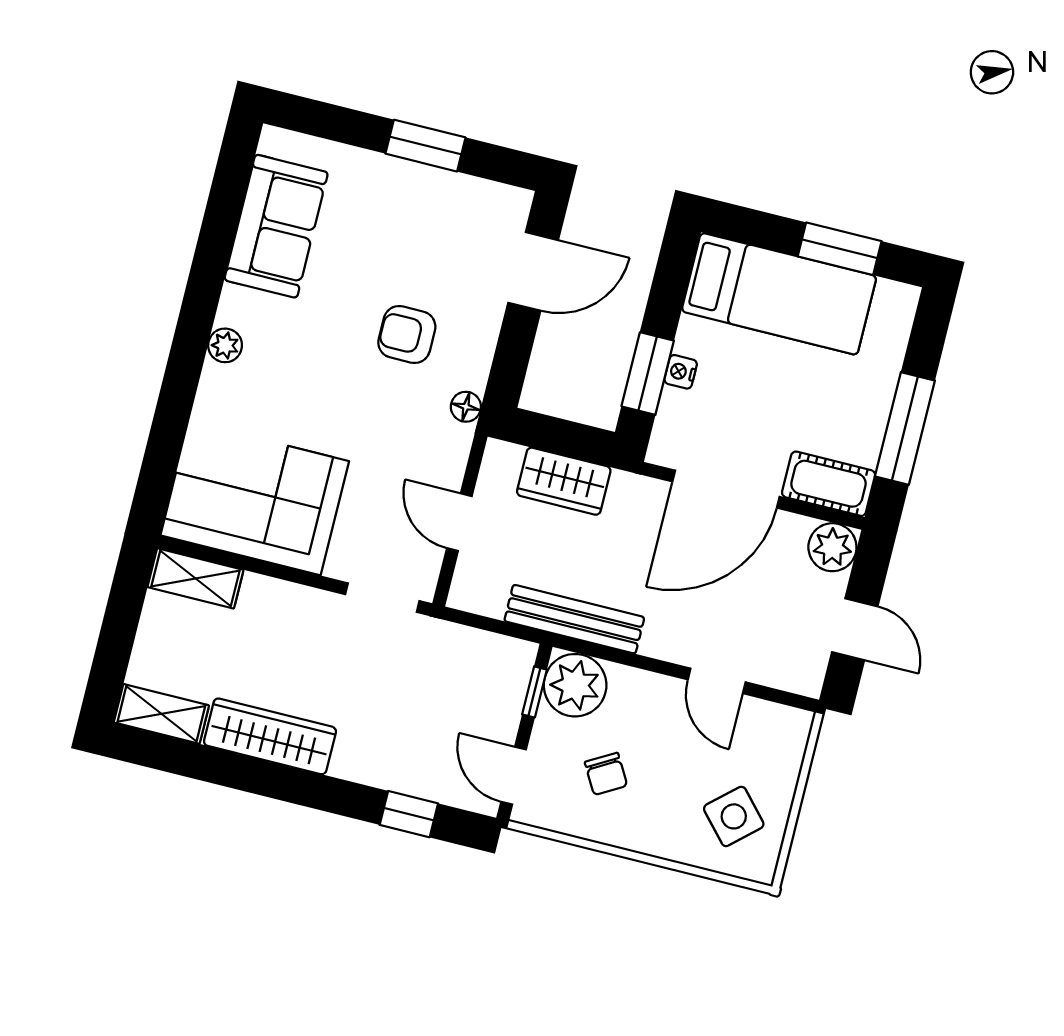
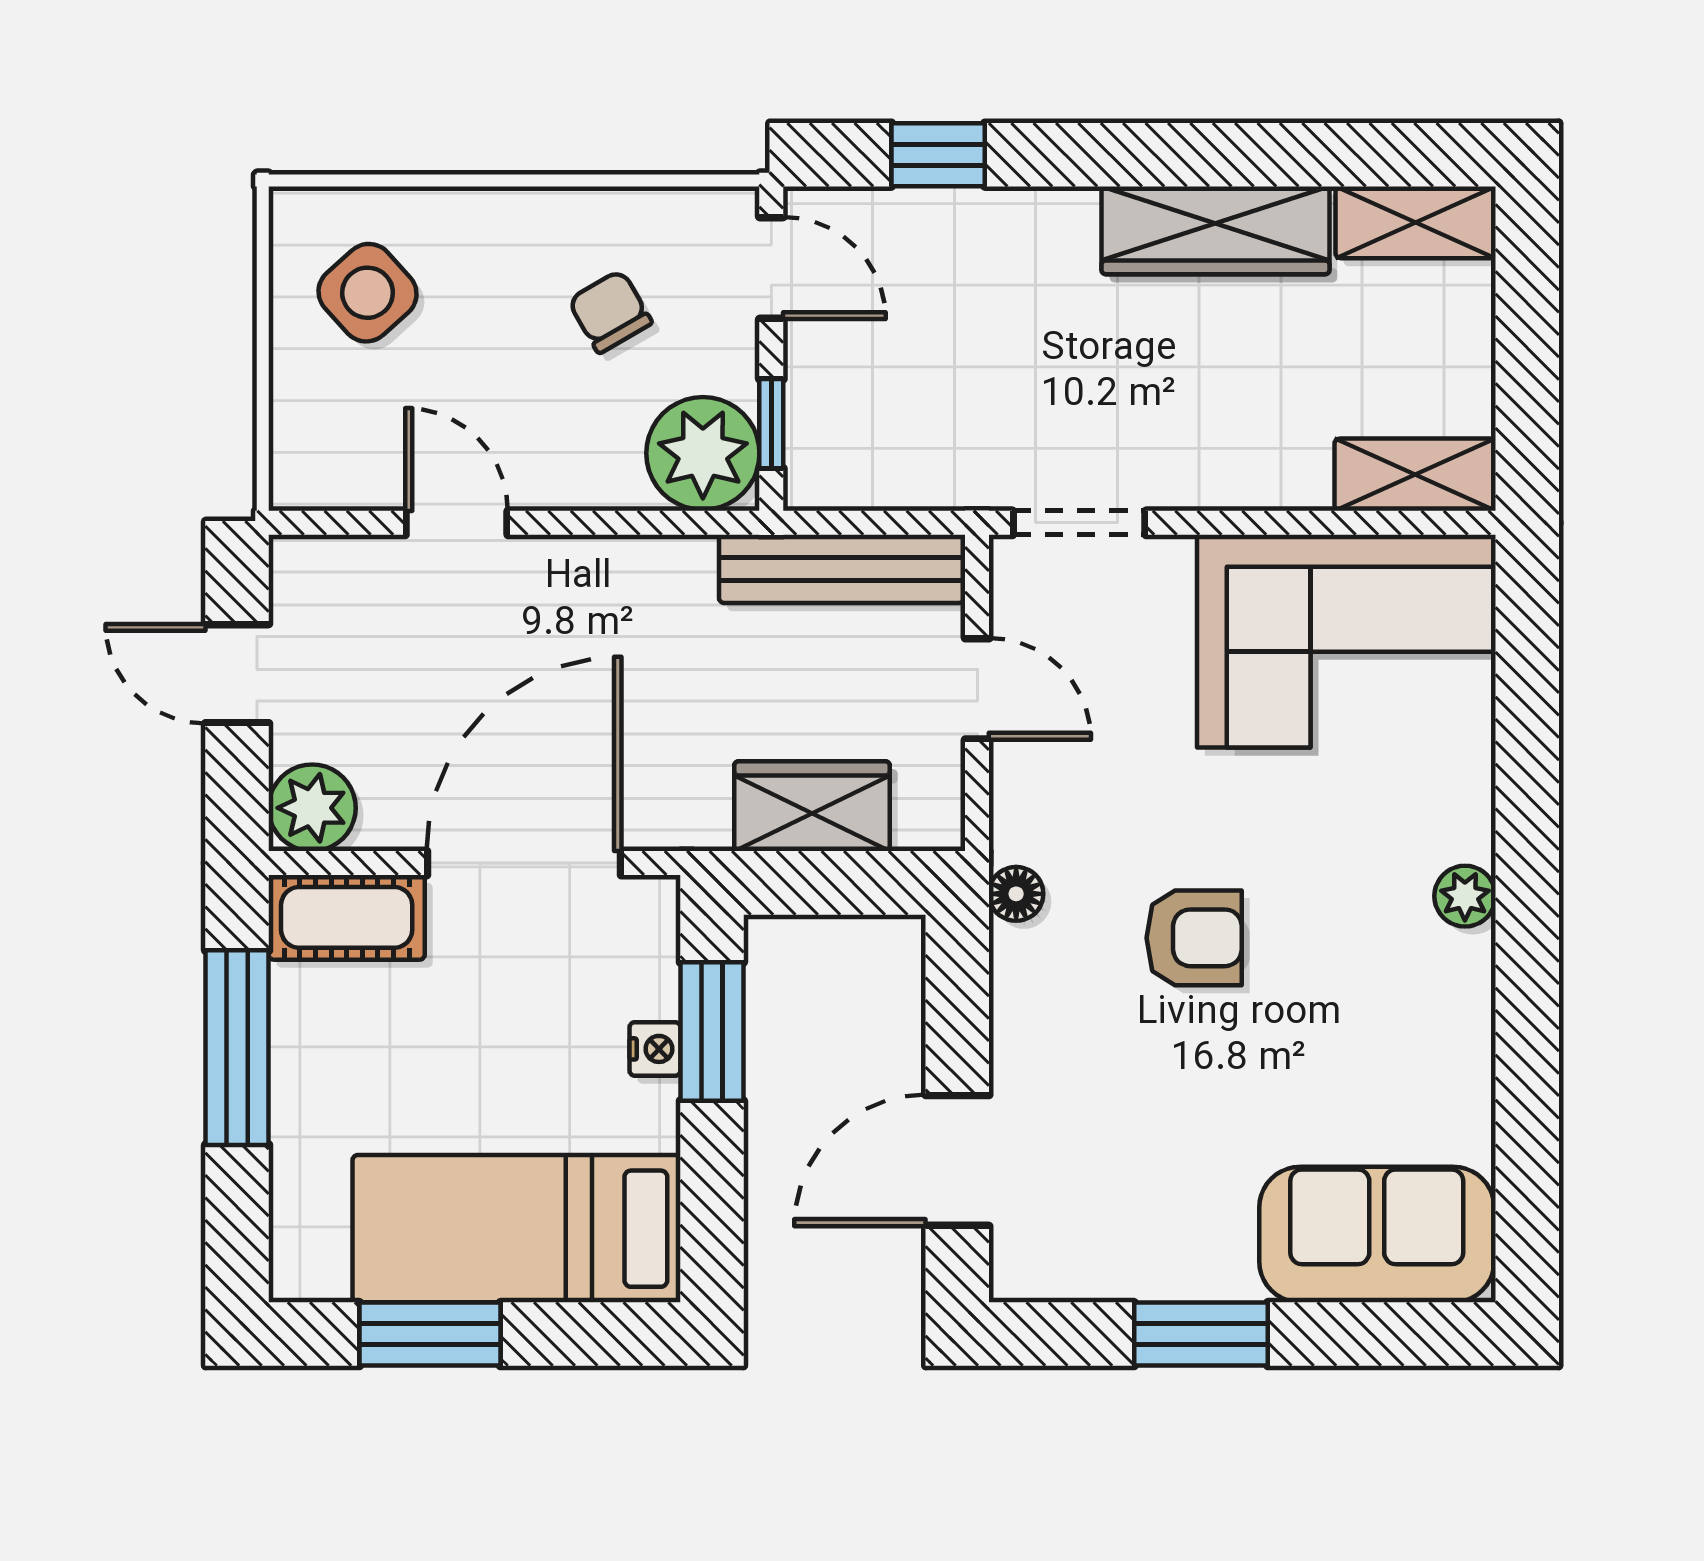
sofa: (276, 226) -> (1377, 1235), moved, turned 90
armchair: (407, 335) -> (1194, 938), moved
bench: (574, 619) -> (842, 569), moved

